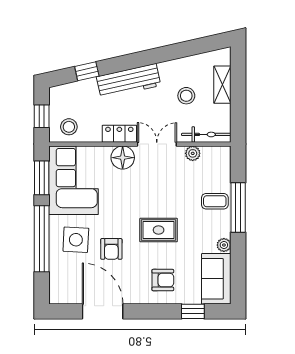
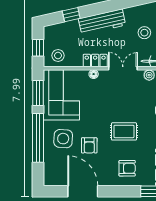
floor lamp: (123, 158) -> (94, 74), width x0.53, depth x0.53

